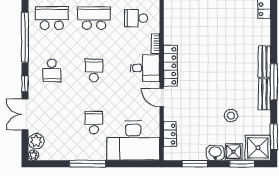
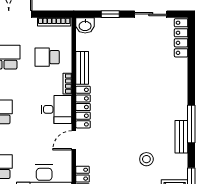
bench: (264, 62) -> (82, 68), moved
door: (162, 98) -> (74, 140), hinge flipped

